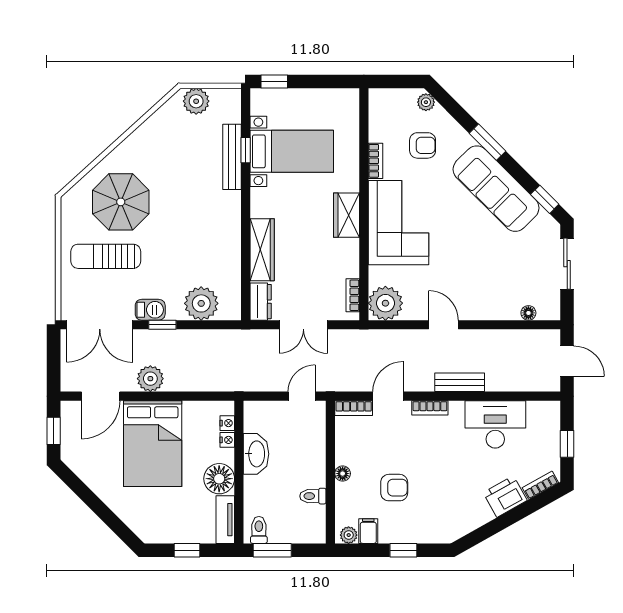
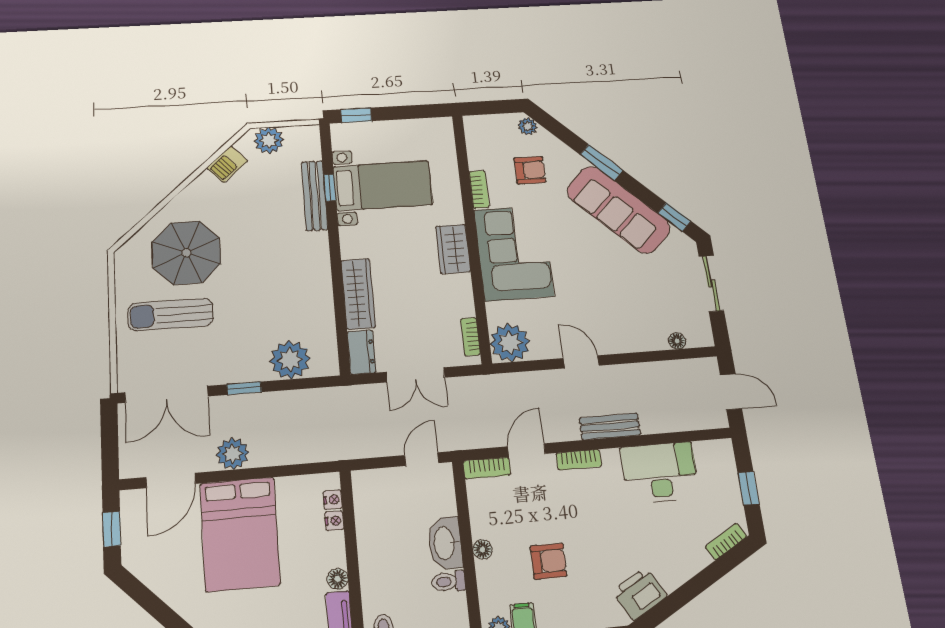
barbecue: (150, 310) -> (227, 164), moved, turned 138
washbasin: (256, 454) -> (445, 543), moved, turned 180
floor lamp: (219, 479) -> (338, 579), width x0.53, depth x0.53
printer: (505, 496) -> (640, 594), moved

